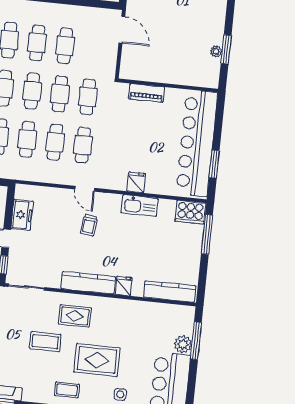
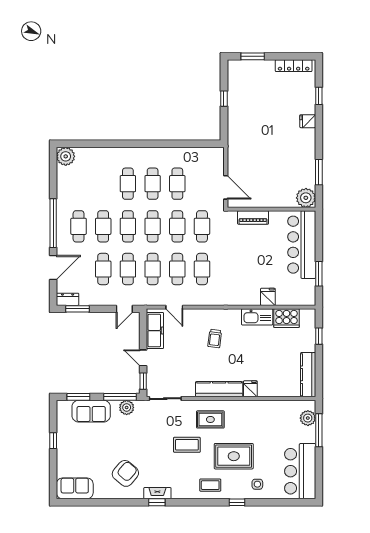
door: (122, 30) -> (226, 187), moved
plant: (216, 51) -> (306, 198), moved, width x1.88, depth x1.88
bar counter: (197, 143) -> (302, 245), width x0.73
fridge: (136, 182) -> (268, 297), moved
door: (85, 189) -> (174, 307), moved
cooker: (190, 212) -> (287, 318), moved
freezer: (22, 215) -> (155, 331), width x1.40
window: (207, 234) -> (319, 336), width x0.46
kitchen counter: (170, 292) -> (308, 375), moved, turned -90
plant: (183, 344) -> (308, 418), moved

